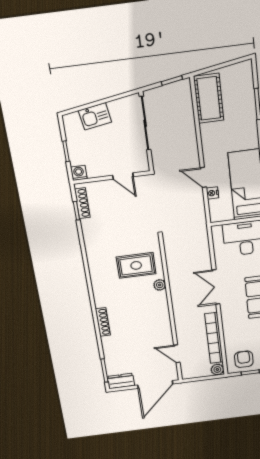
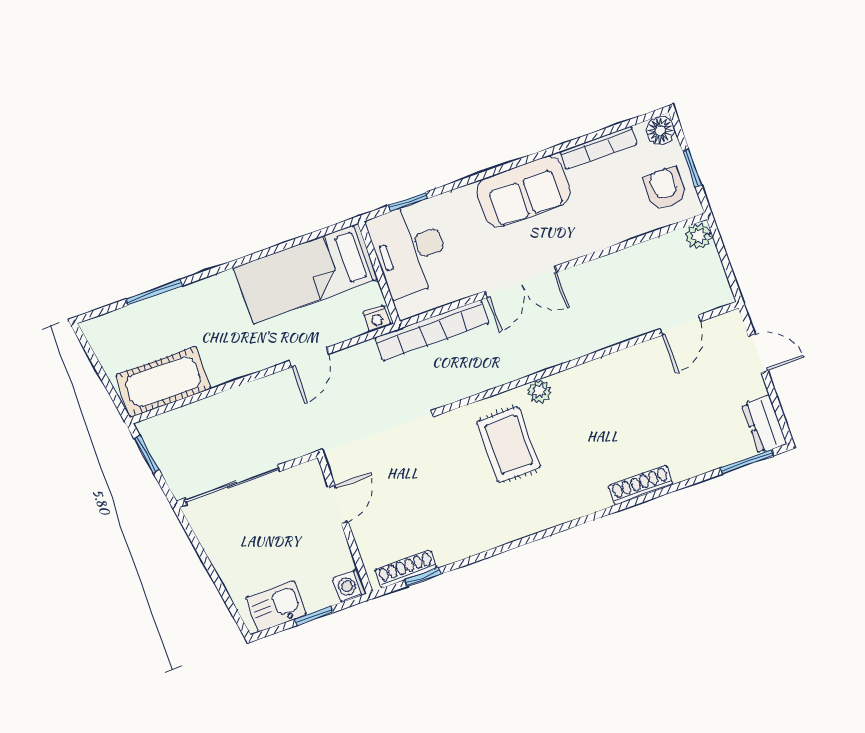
kitchen sink: (95, 116) -> (276, 606), moved, turned -81
nightstand: (212, 193) -> (376, 319), moved
bookcase: (214, 338) -> (432, 331), moved
armchair: (244, 359) -> (665, 189), turned 90
door: (155, 384) -> (758, 354), width x0.53

